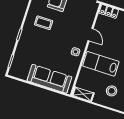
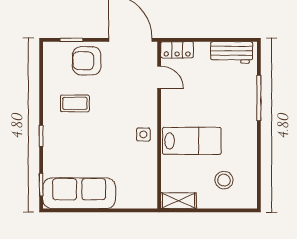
door: (91, 35) -> (159, 77), moved
lab bench: (101, 64) -> (192, 141), turned 180
sofa: (49, 79) -> (79, 193), moved

